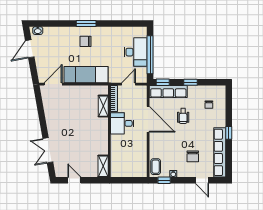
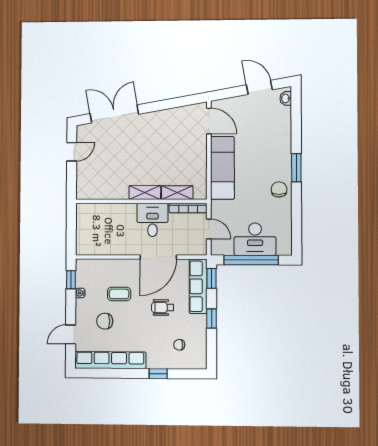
chair: (86, 41) -> (279, 189), moved
window: (229, 133) -> (158, 374), moved
double door: (48, 150) -> (114, 114), width x1.37
shelving: (103, 166) -> (145, 193), moved
coffee table: (156, 167) -> (119, 294), moved

